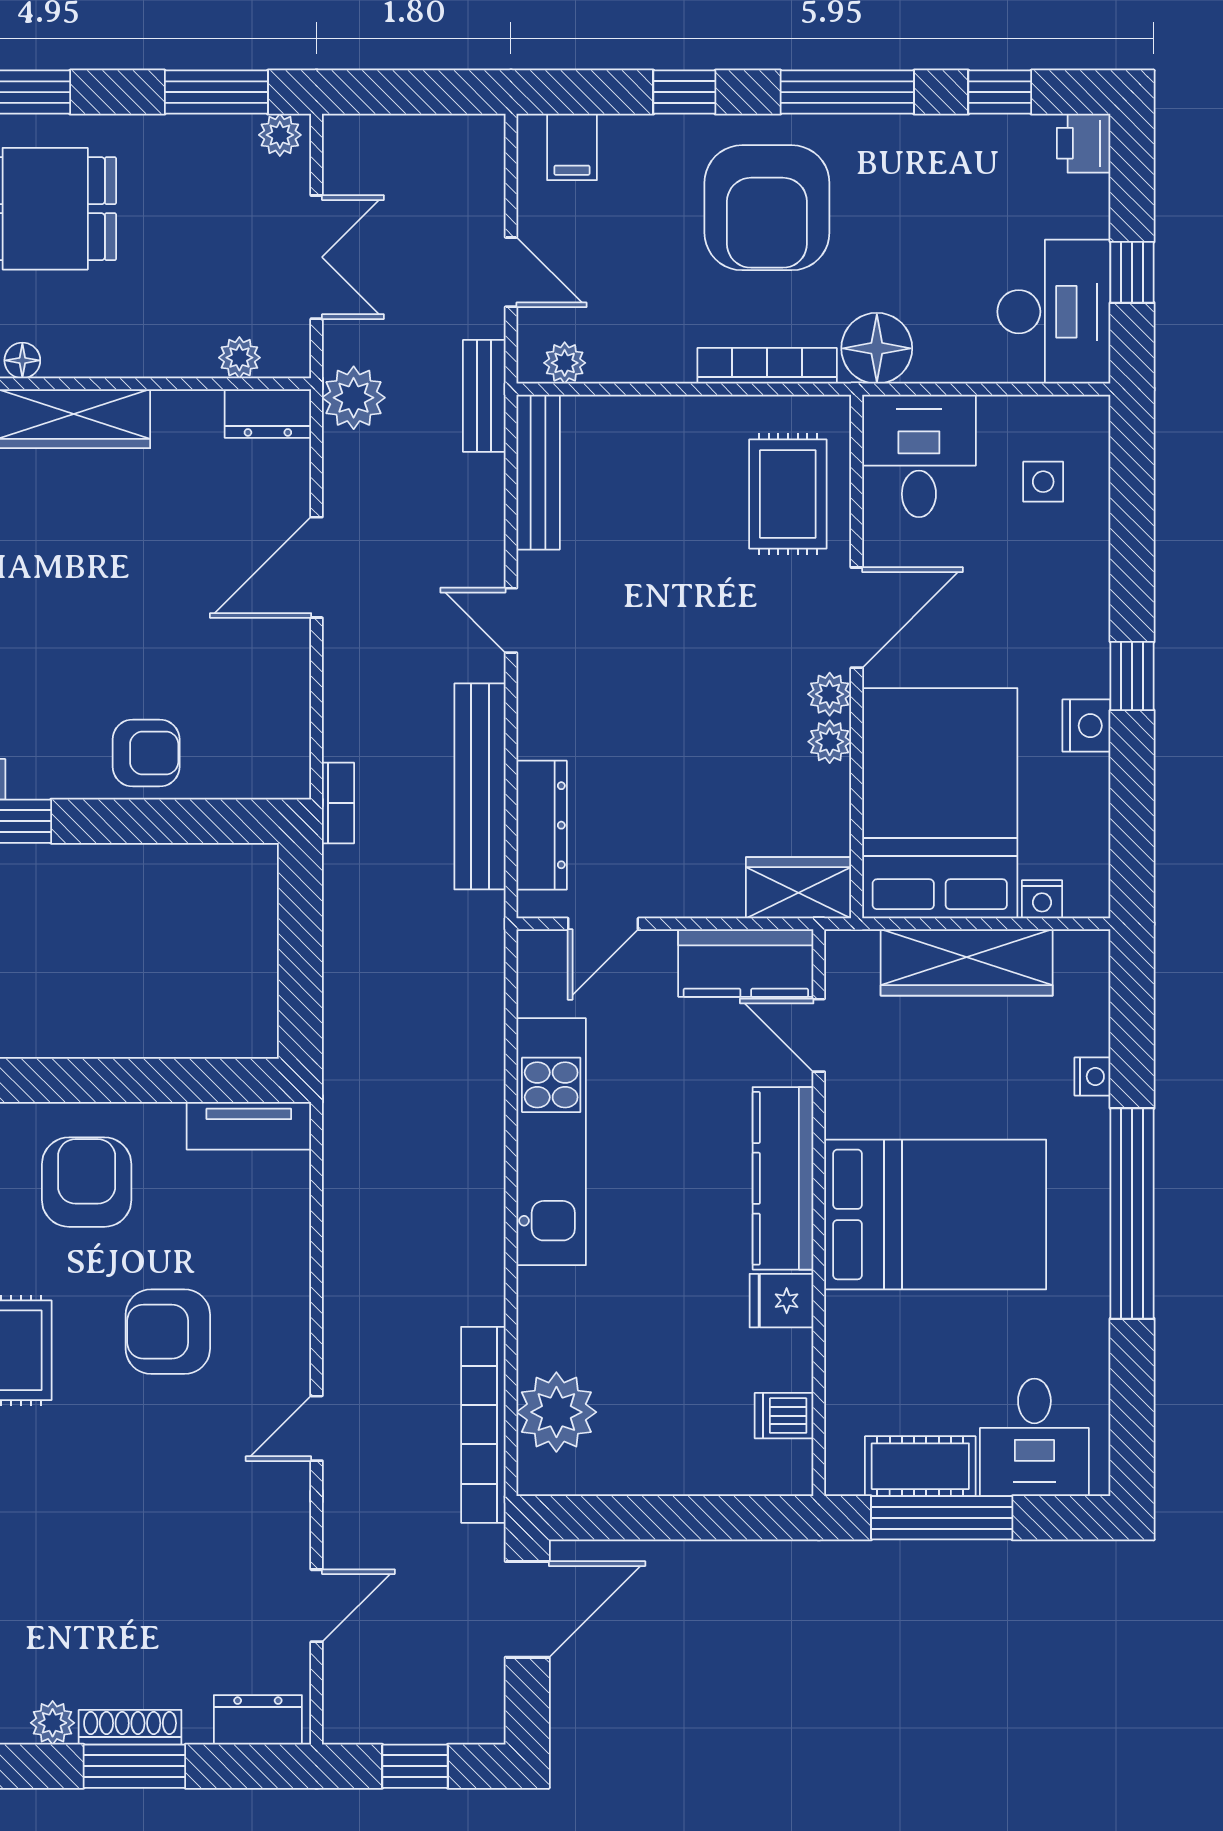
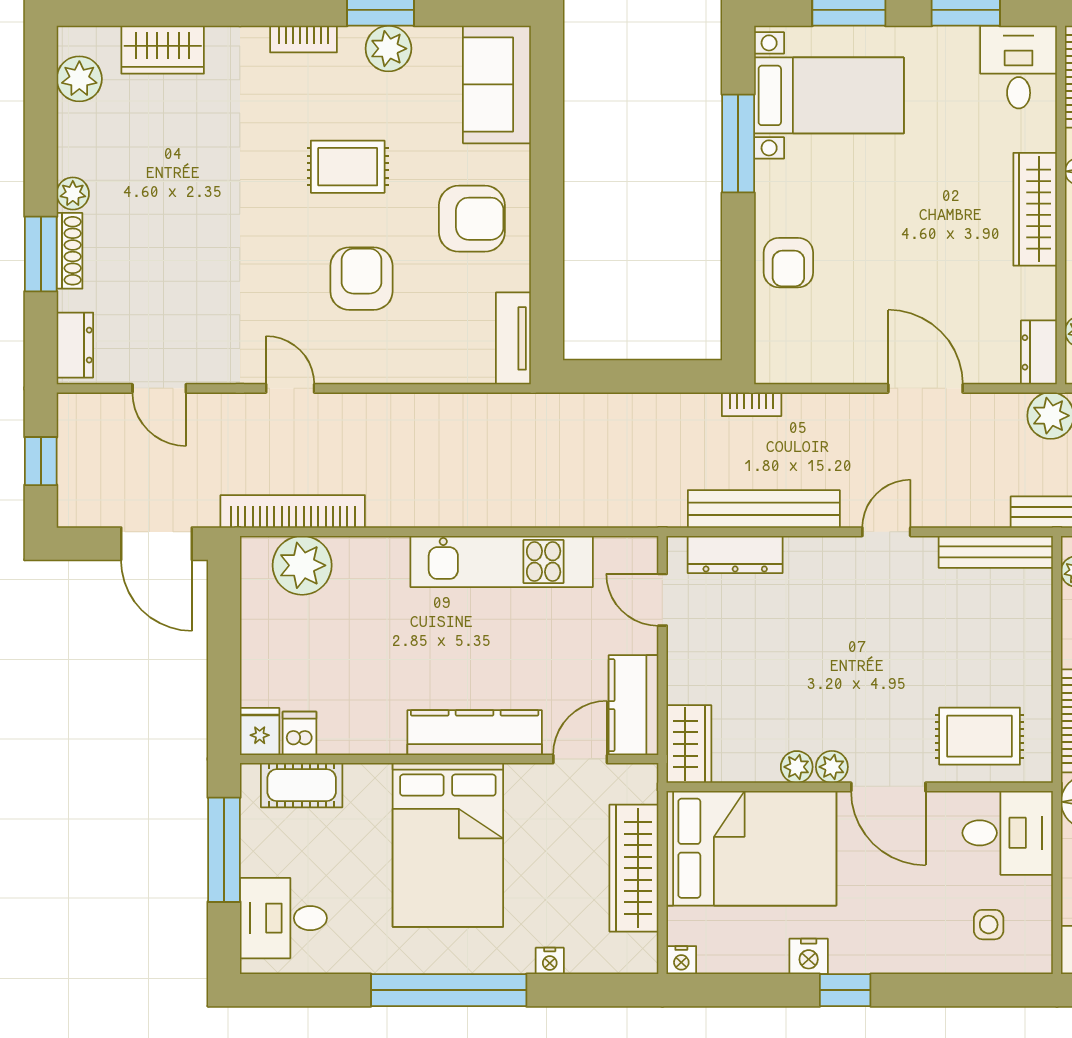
nightstand: (1042, 899) -> (681, 960), moved, turned -90
fridge: (782, 1301) -> (260, 731), moved
cot: (920, 1466) -> (302, 785), moved, turned 90

